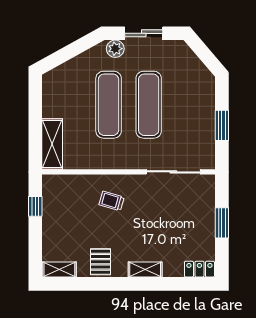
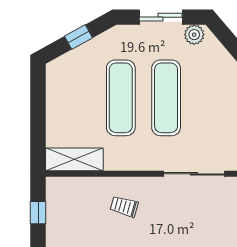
plant: (115, 49) -> (194, 35), moved
window: (71, 51) -> (78, 37), added
shelving: (52, 144) -> (74, 159), moved, turned 90

